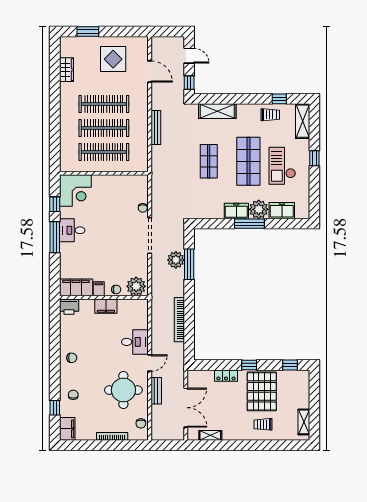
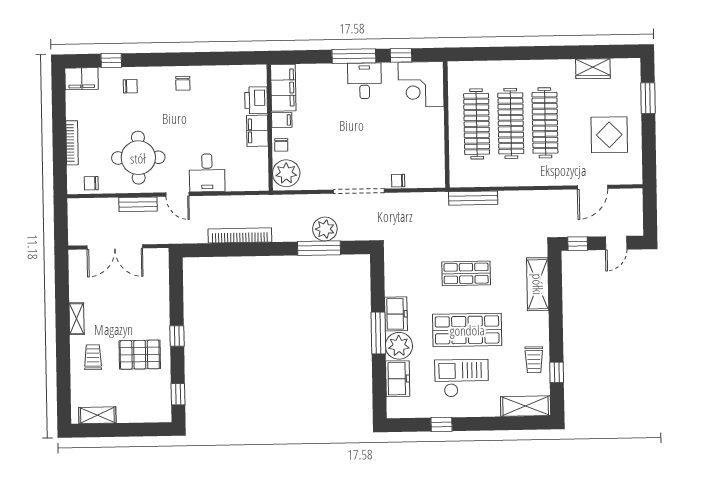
bench: (156, 127) -> (473, 198), moved
window: (314, 158) -> (442, 424), moved
printer: (69, 307) -> (256, 100), moved
locker: (226, 376) -> (161, 303), removed
pallet: (262, 391) -> (140, 355), width x0.73, depth x0.71
shelving: (210, 435) -> (77, 319), moved

